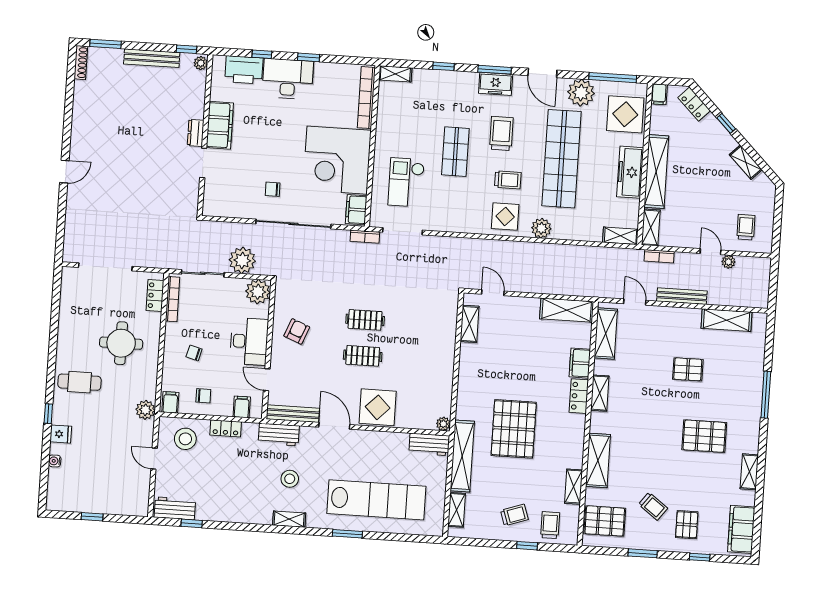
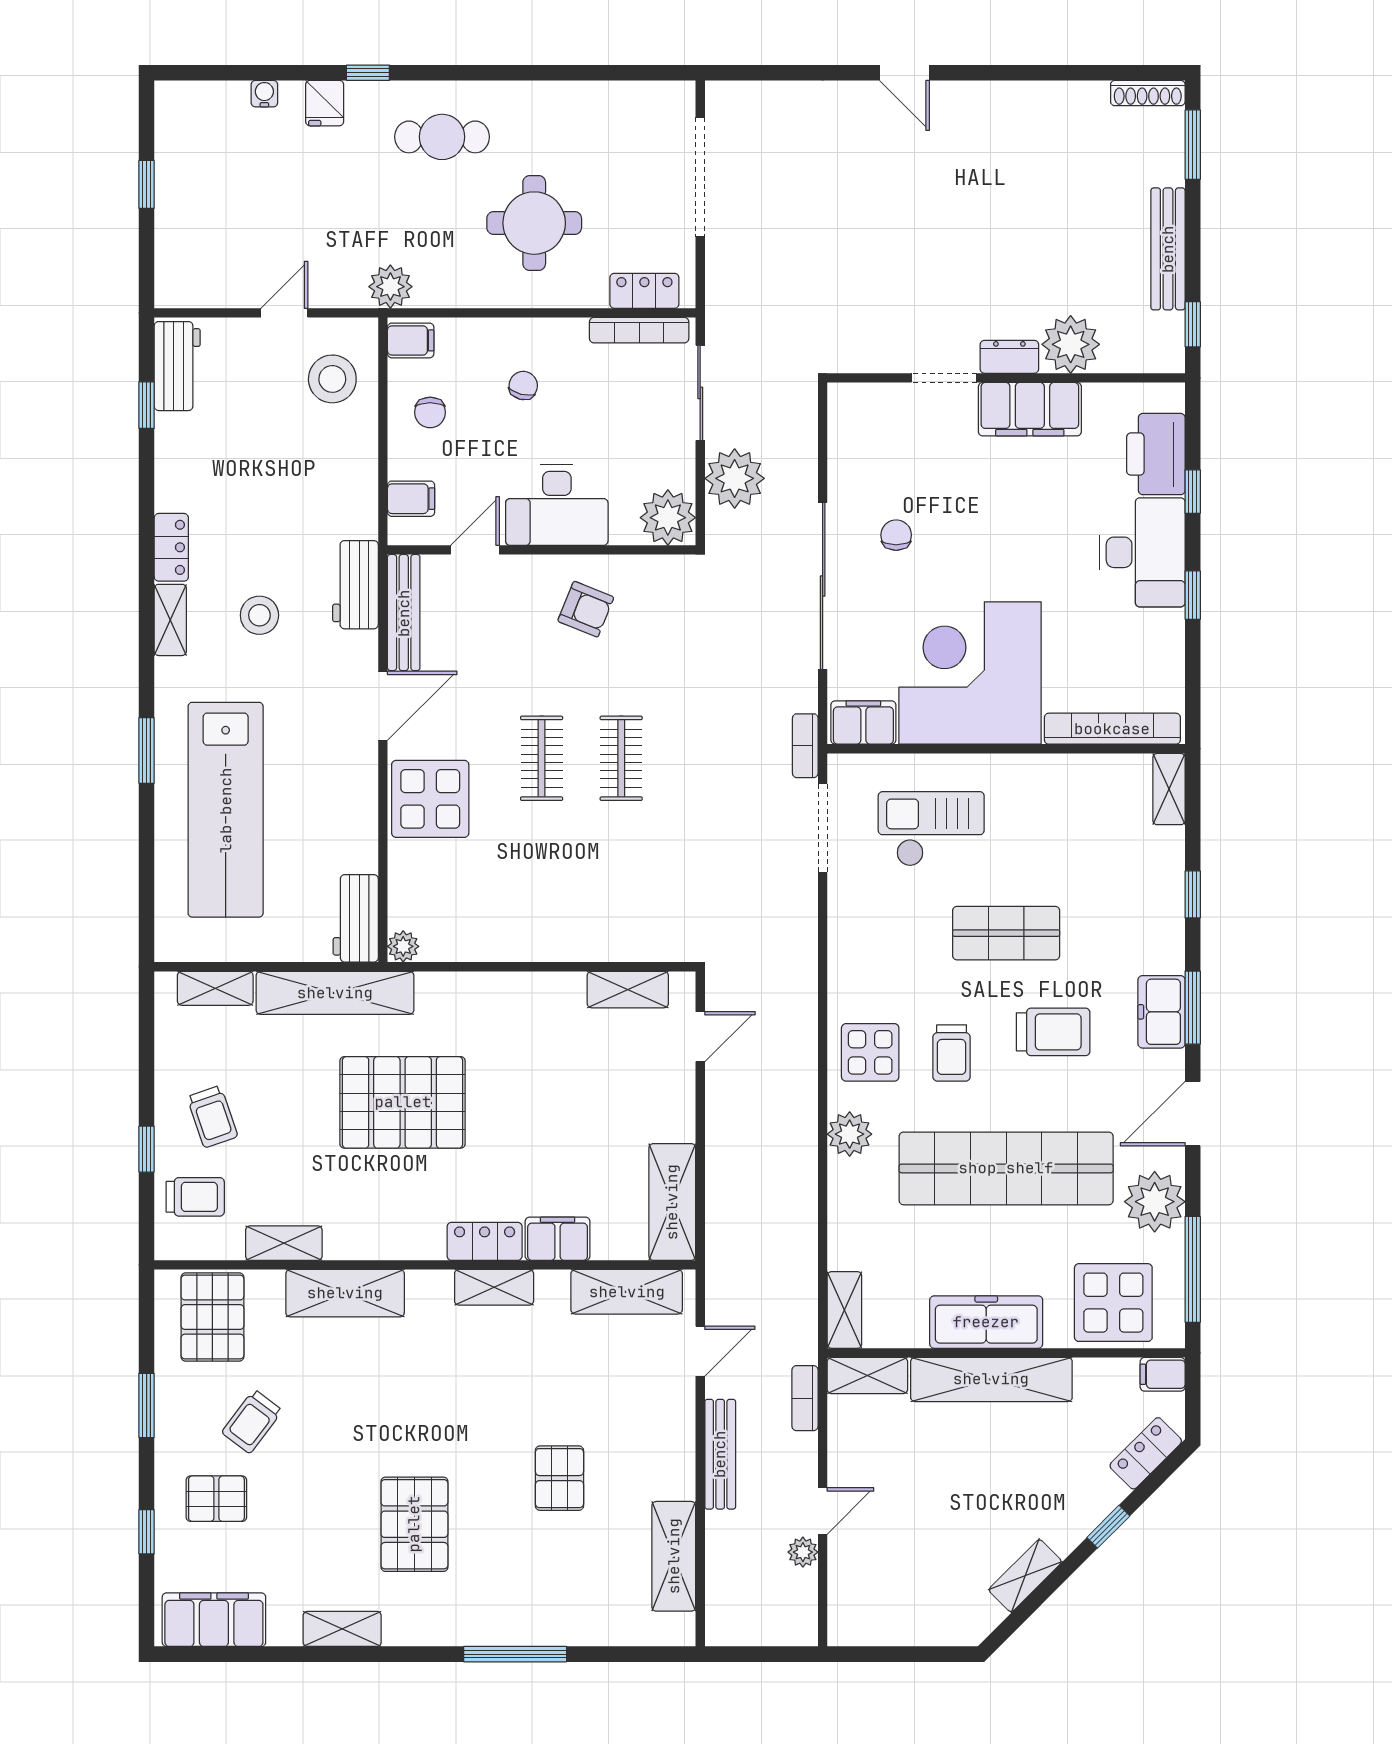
plant: (201, 63) -> (1071, 344), moved, width x1.88, depth x1.88
trolley: (746, 227) -> (882, 1586), removed
cafe table: (79, 382) -> (442, 137), turned 90
locker: (226, 428) -> (171, 547), moved, turned 180

